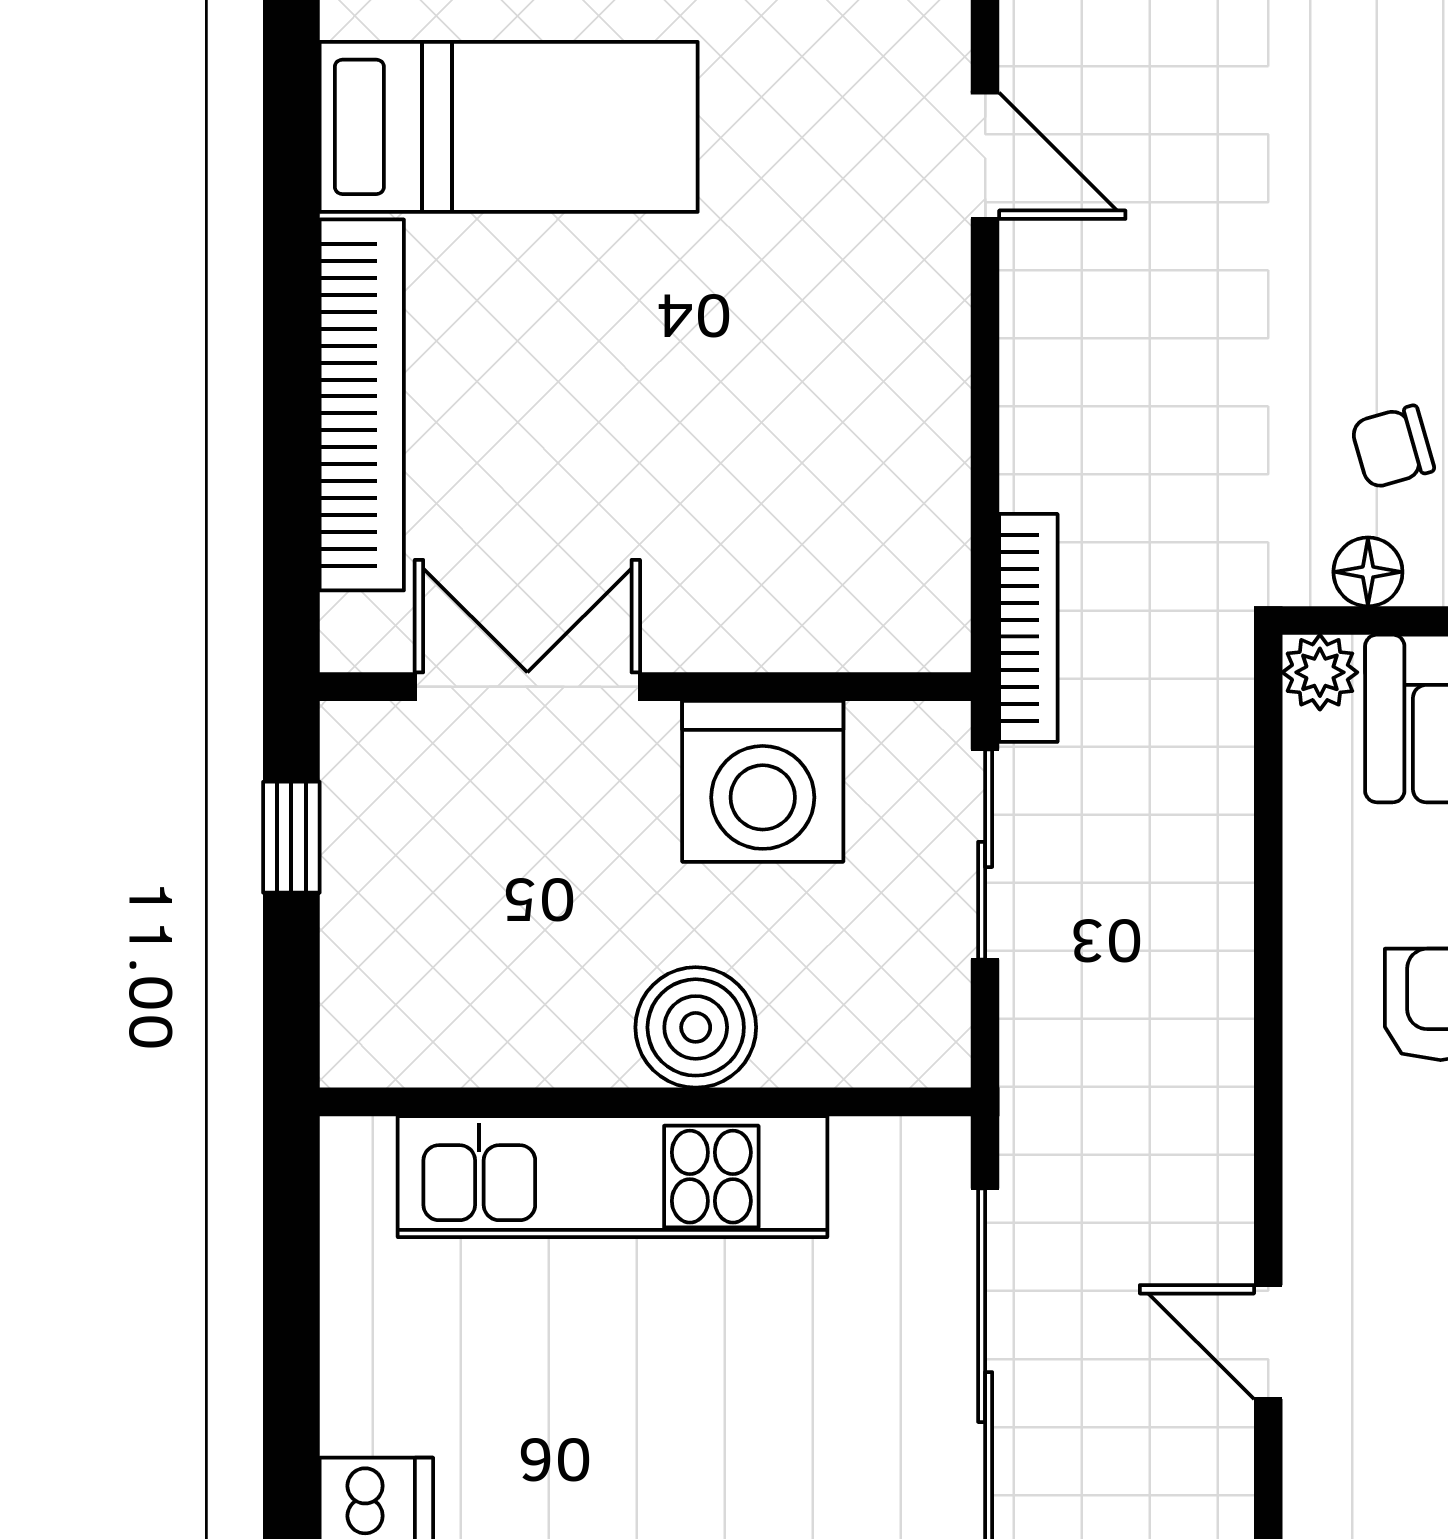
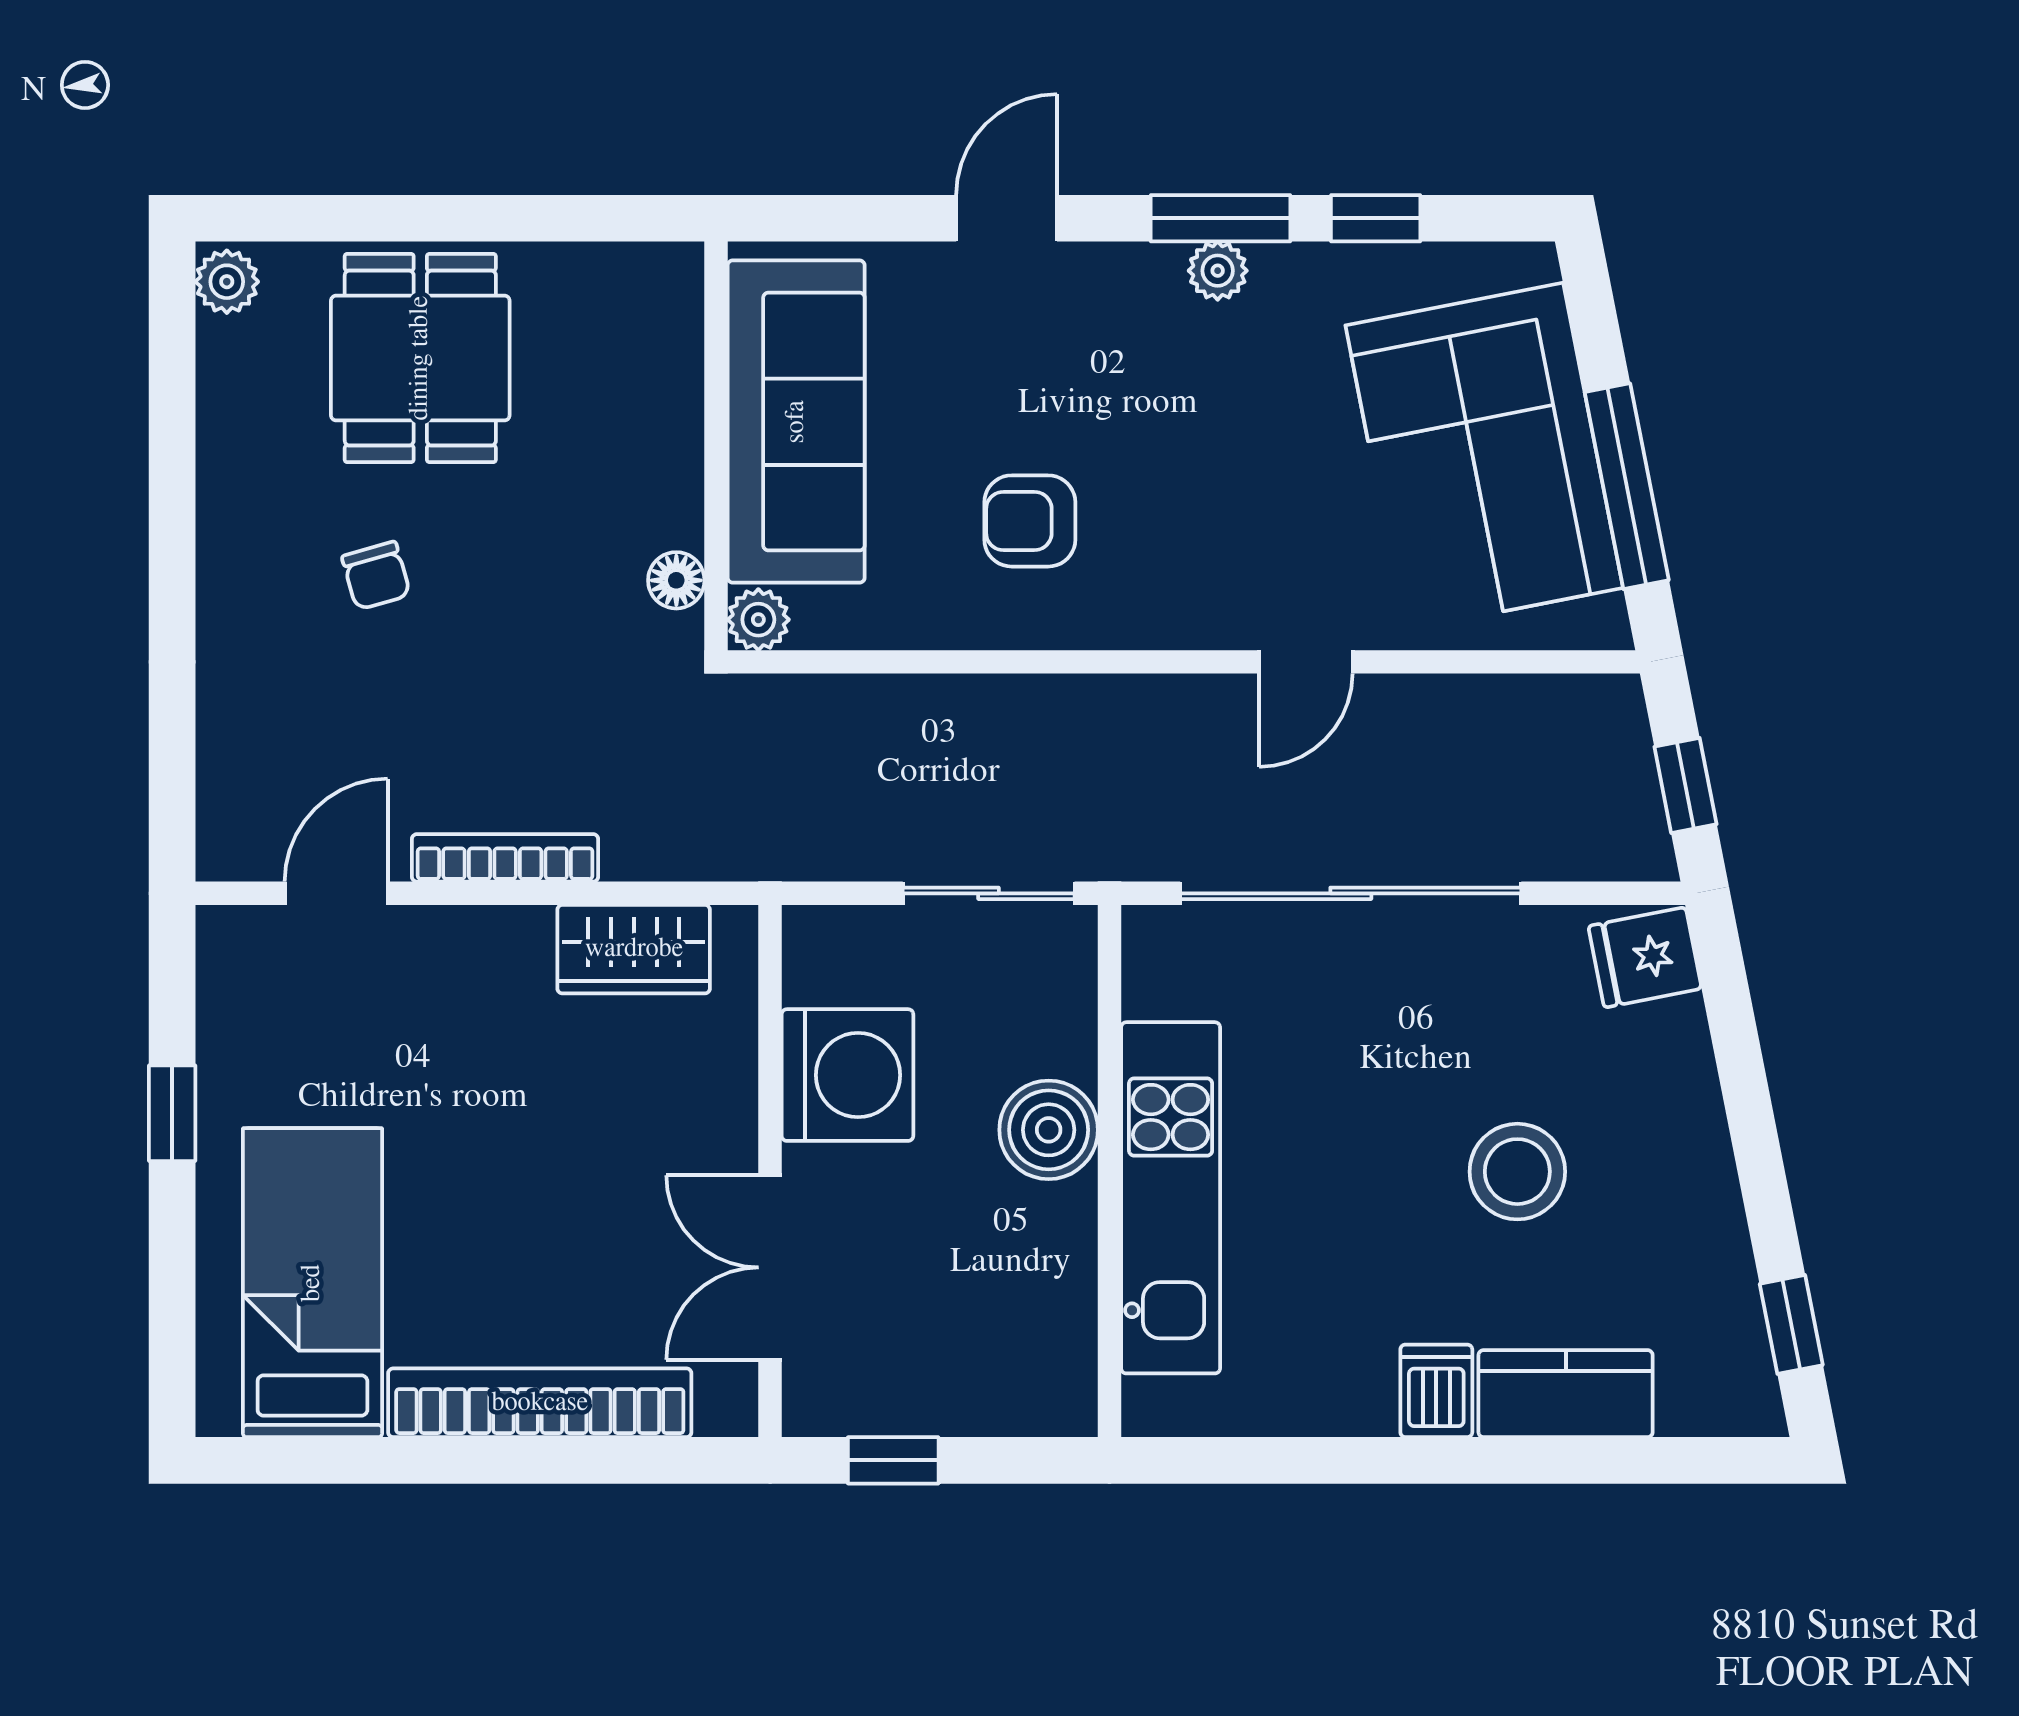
chair: (1392, 447) -> (376, 576), moved
wardrobe: (917, 520) -> (634, 949), added
bookcase: (1028, 628) -> (505, 858), moved
sliding door: (985, 854) -> (989, 893), moved

